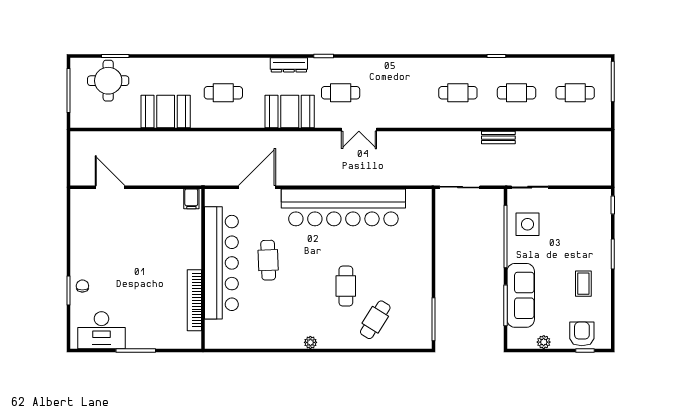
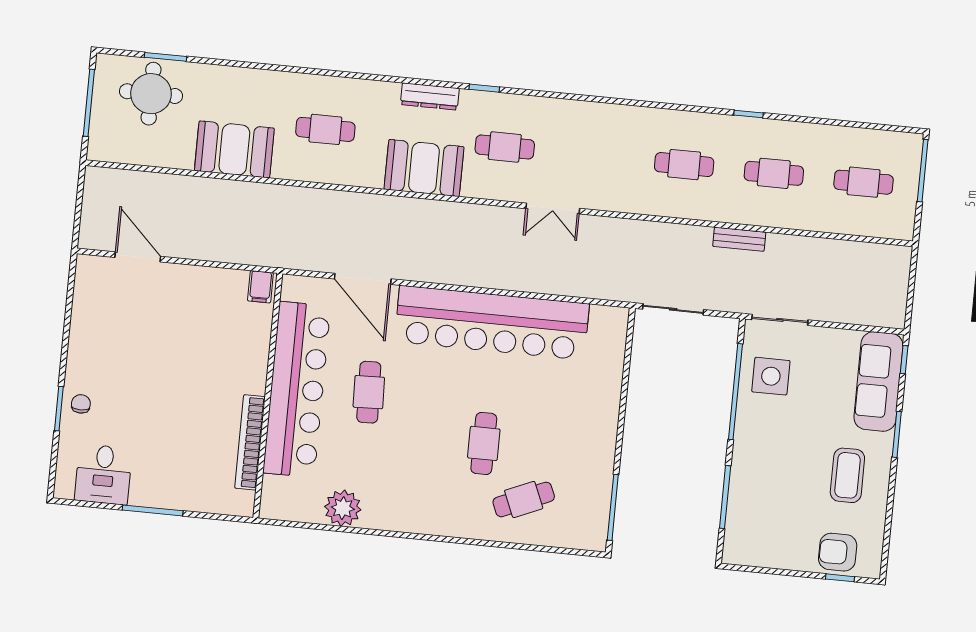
double door: (359, 130) -> (553, 209), moved
door: (257, 187) -> (363, 279), swing flipped
coffee table: (583, 284) -> (847, 475), width x1.36, depth x1.30
sofa: (521, 295) -> (878, 381), moved, turned 180
cafe table: (375, 320) -> (524, 499), turned 35
desk: (101, 330) -> (103, 474), width x0.73
armchair: (582, 334) -> (838, 552), turned -90
plant: (310, 342) -> (343, 508), moved, width x1.88, depth x1.88
plant: (544, 342) -> (778, 559), removed

